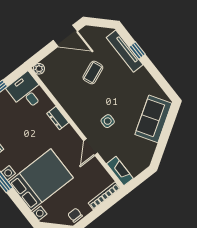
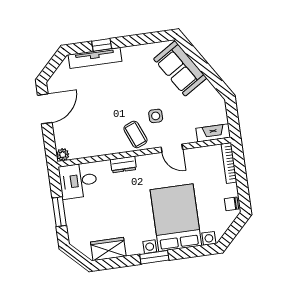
coffee table: (93, 73) -> (135, 134), moved

